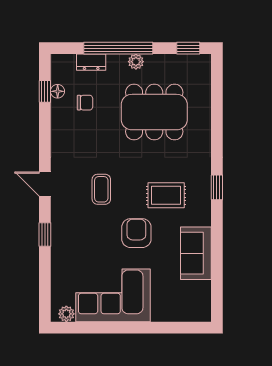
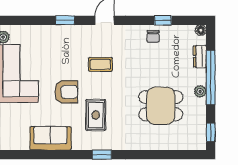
window: (45, 91) -> (163, 20), moved
floor lamp: (58, 91) -> (201, 30), moved
chair: (85, 103) -> (153, 36), moved
dining table: (154, 112) -> (161, 106), width x0.73

